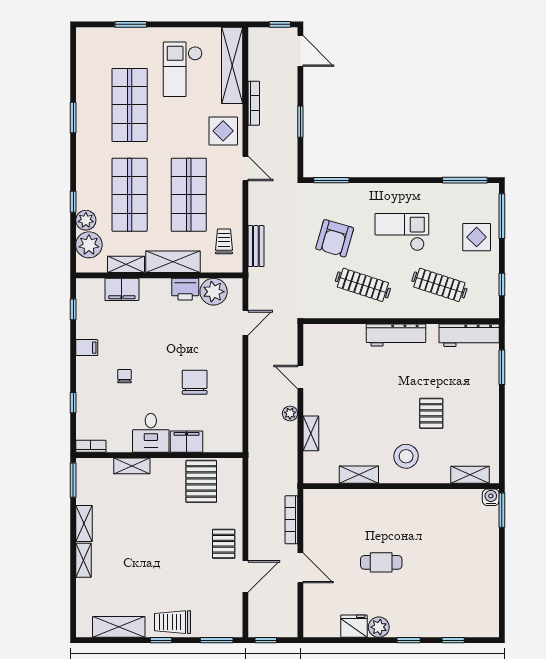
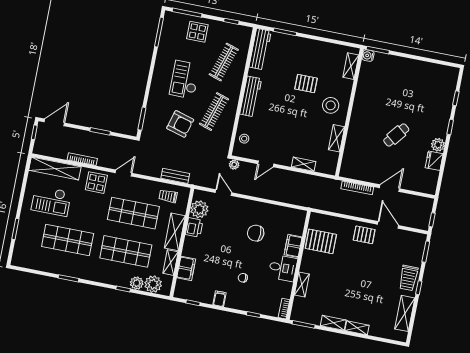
stool: (331, 338) -> (244, 139), added
plant: (290, 414) -> (234, 165), moved
cafe table: (381, 562) -> (396, 135), turned 39

